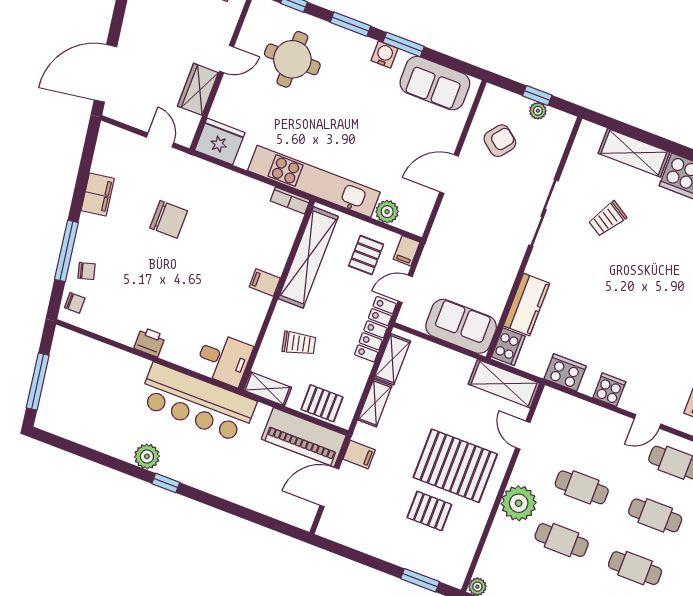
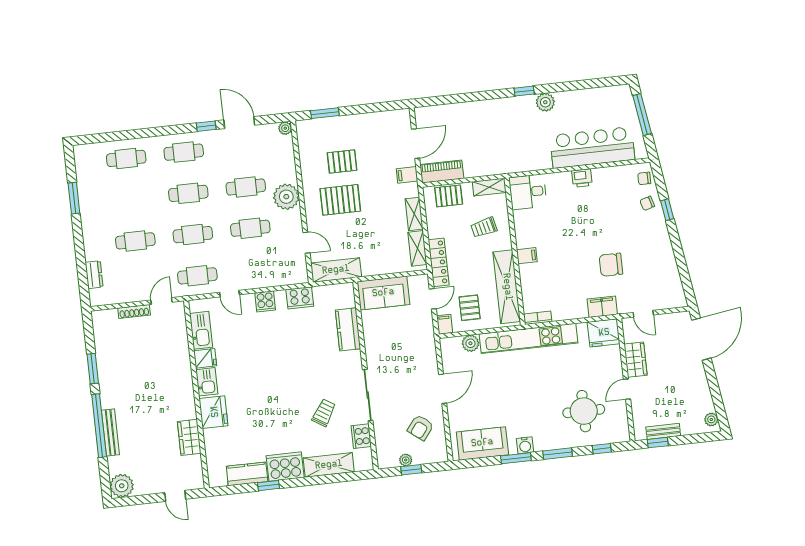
filing cabinet: (98, 194) -> (602, 307), moved, turned 98
window: (66, 251) -> (667, 210), width x0.46
cooker: (508, 347) -> (361, 436), moved
bar counter: (197, 403) -> (592, 148), moved
door: (648, 421) -> (229, 294), swing flipped
piano: (304, 437) -> (442, 171), width x0.73, depth x0.75
pallet: (455, 466) -> (340, 200), width x0.73, depth x0.71

